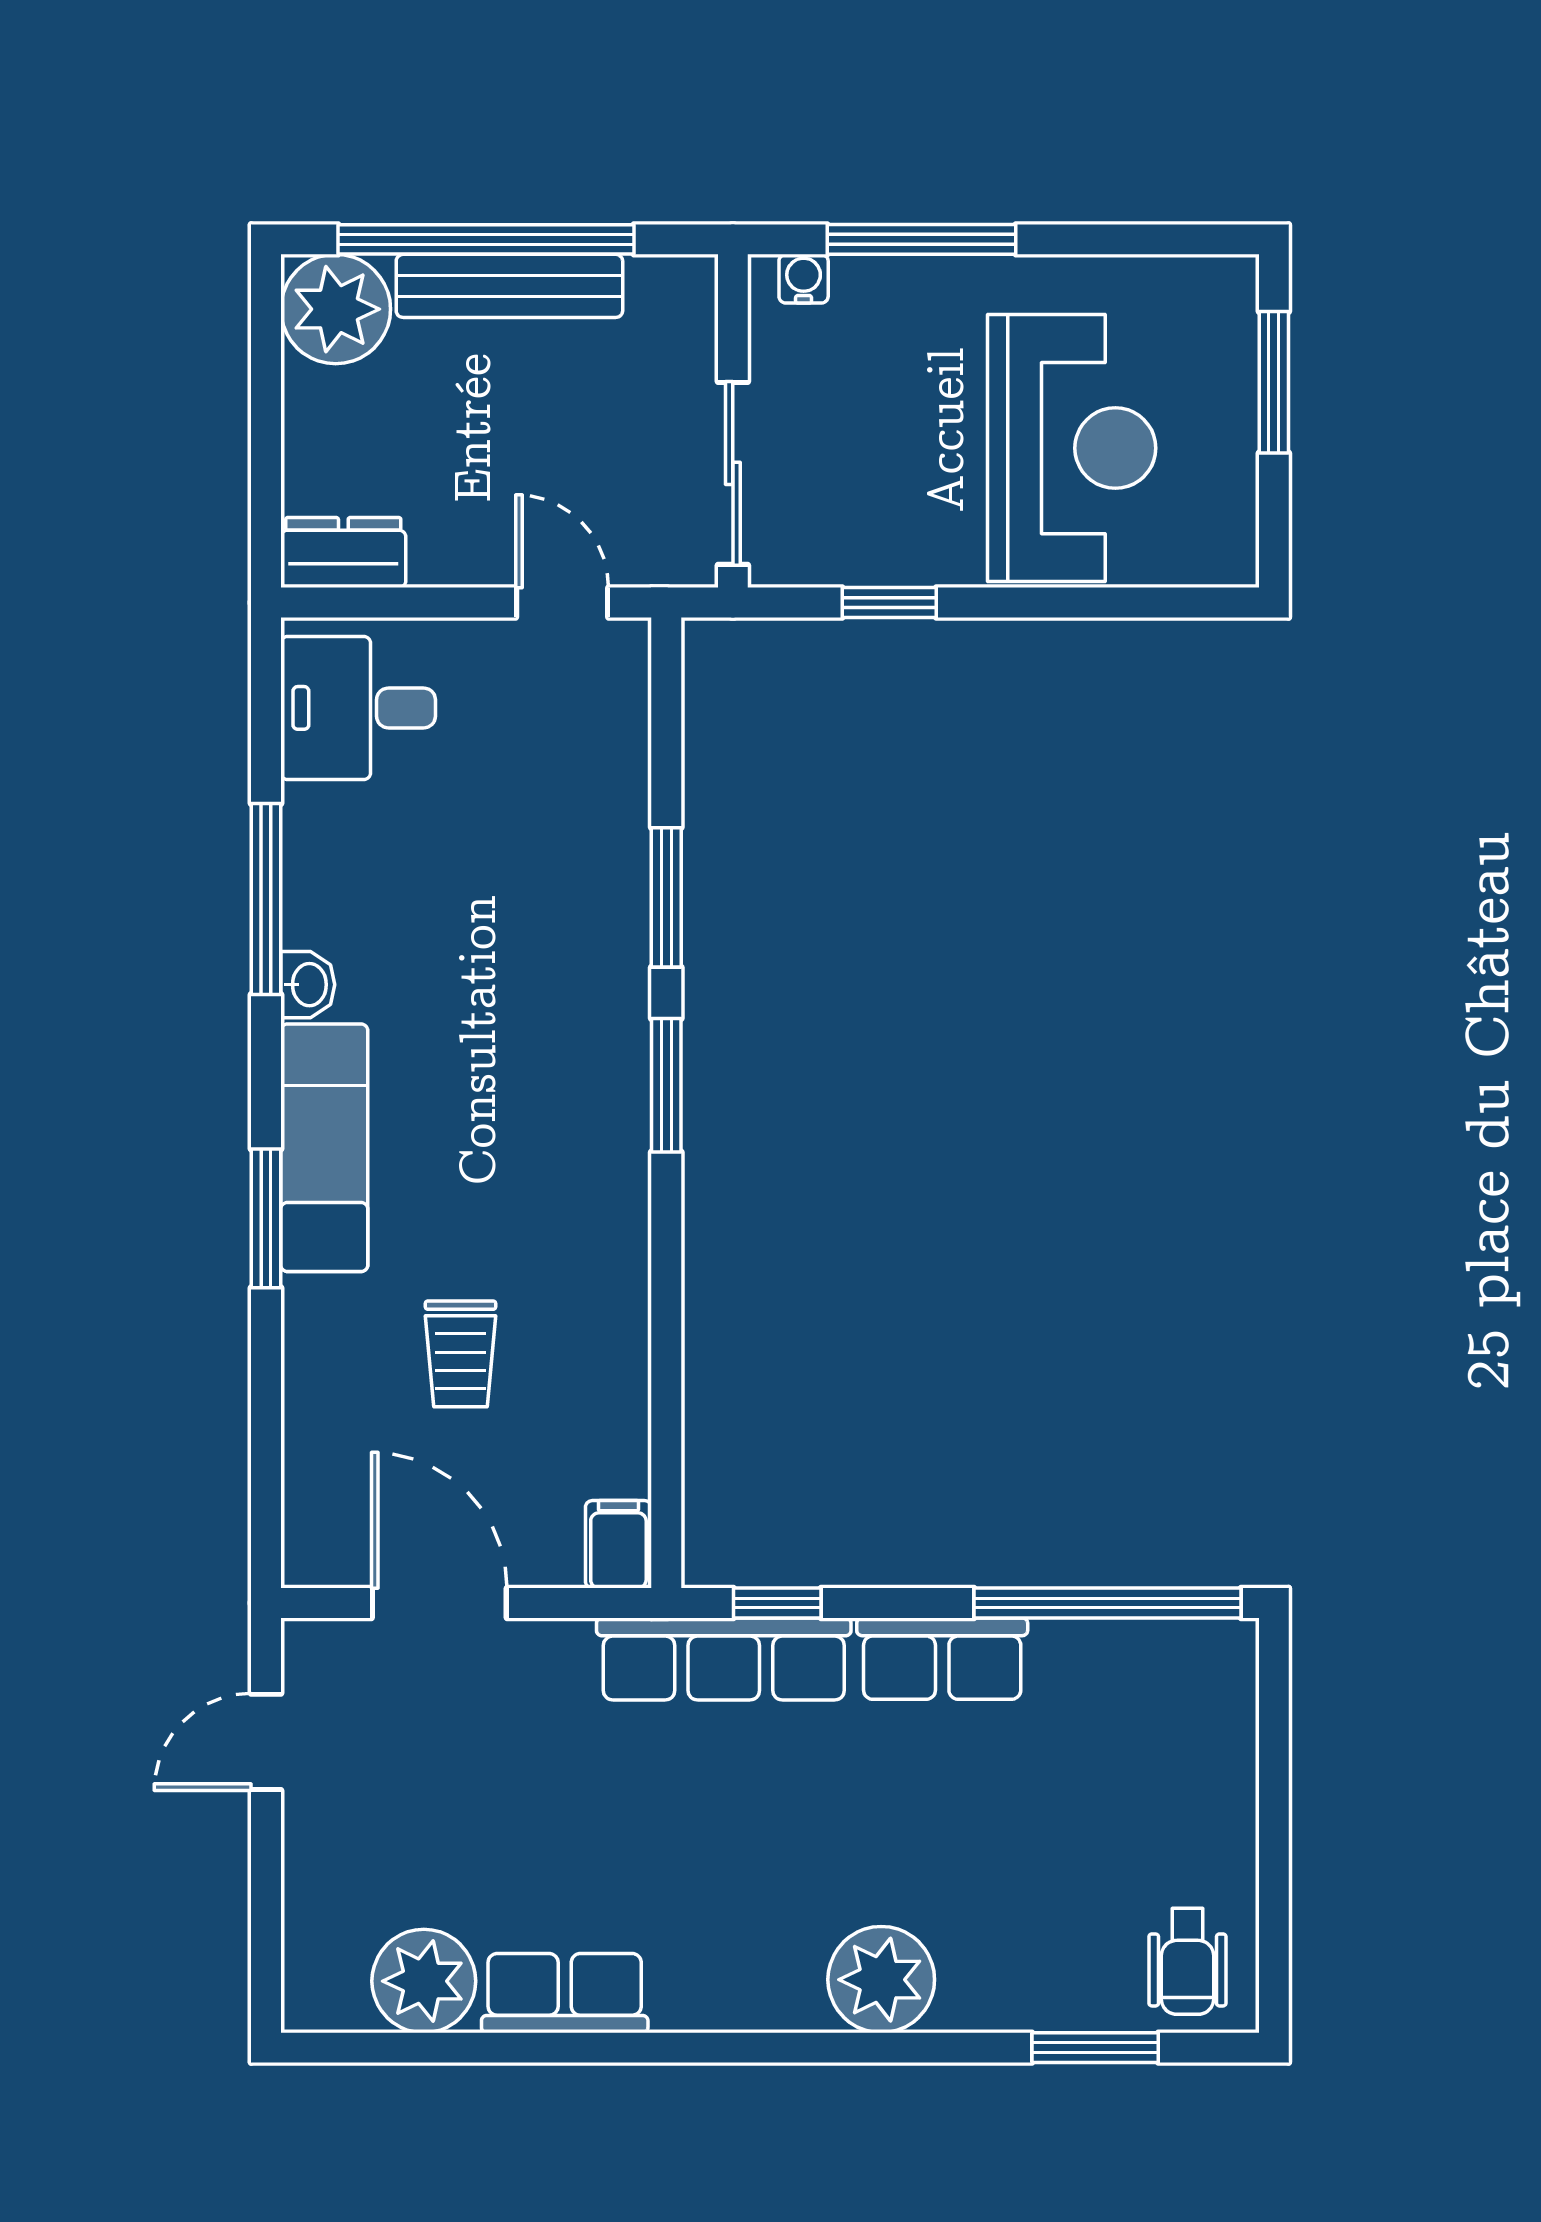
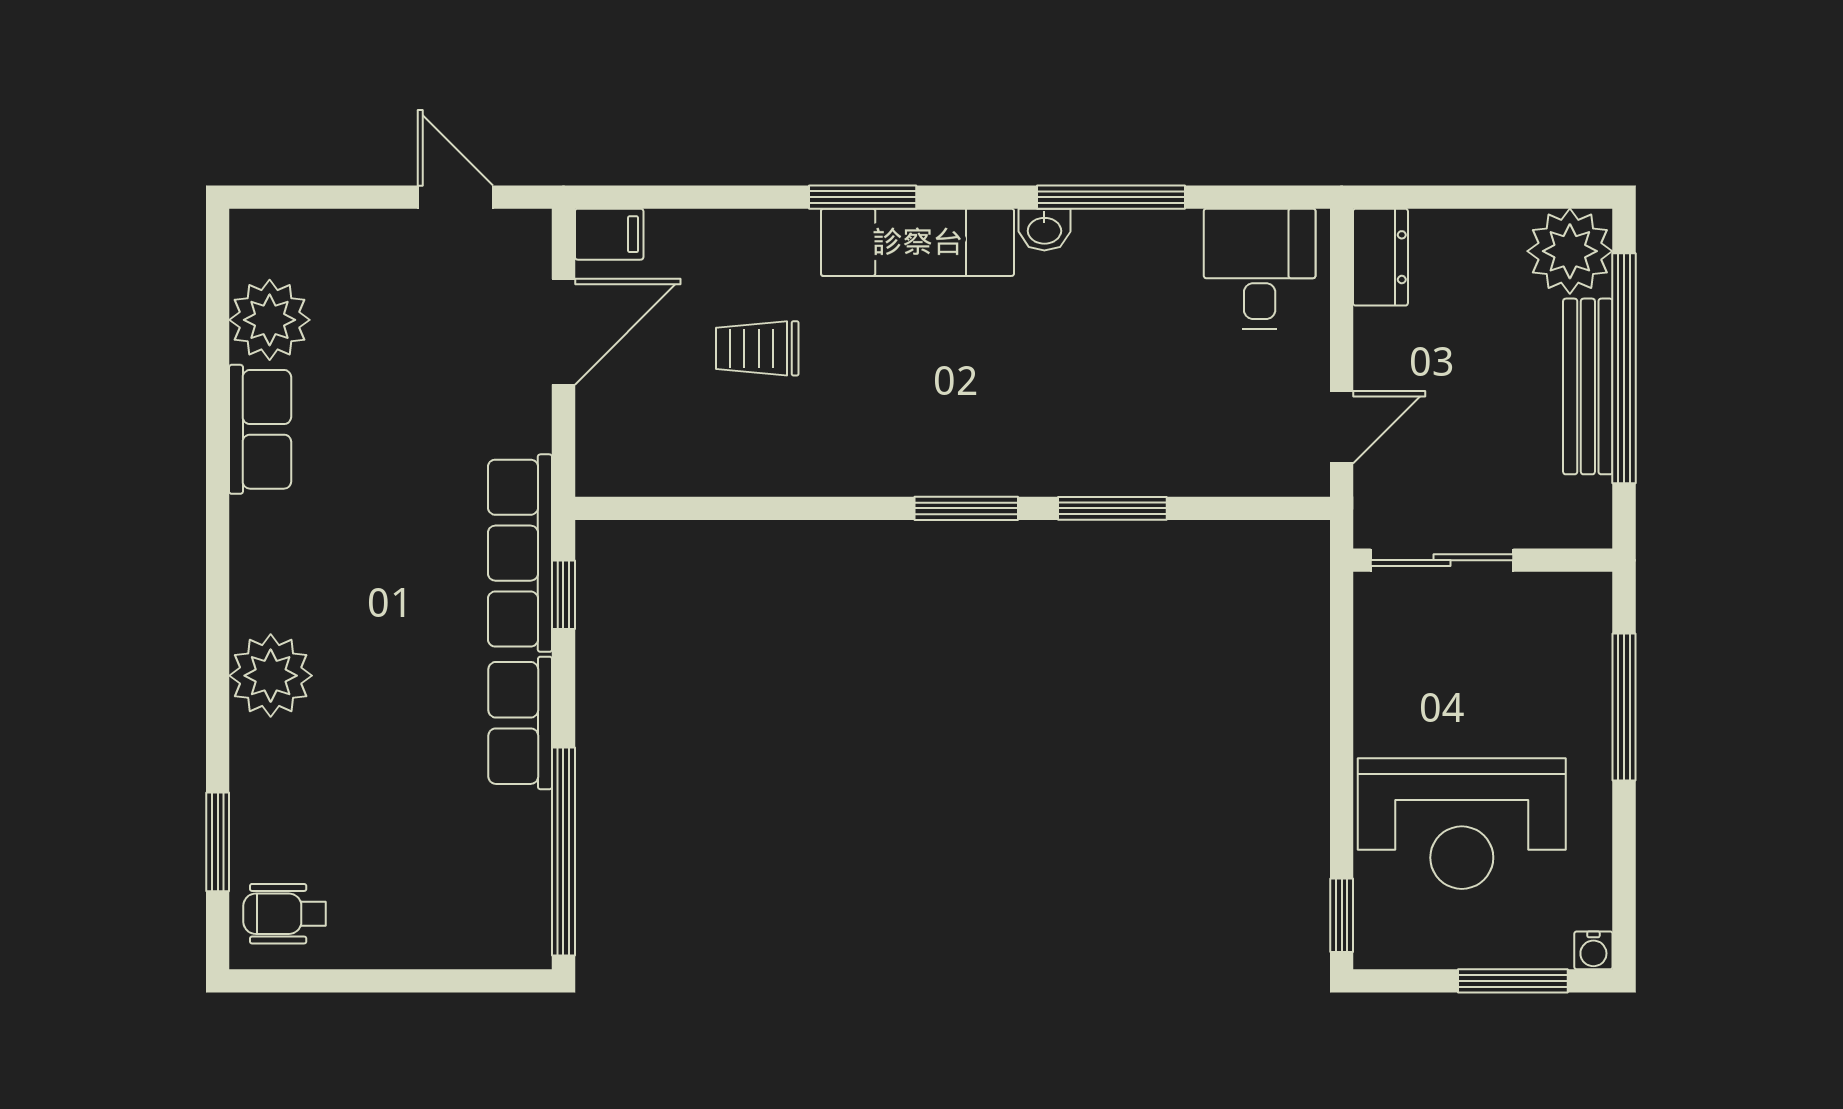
water cooler: (804, 279) -> (1593, 950), moved, turned 90
window: (889, 603) -> (1342, 915), moved
filing cabinet: (618, 1544) -> (609, 234), moved

